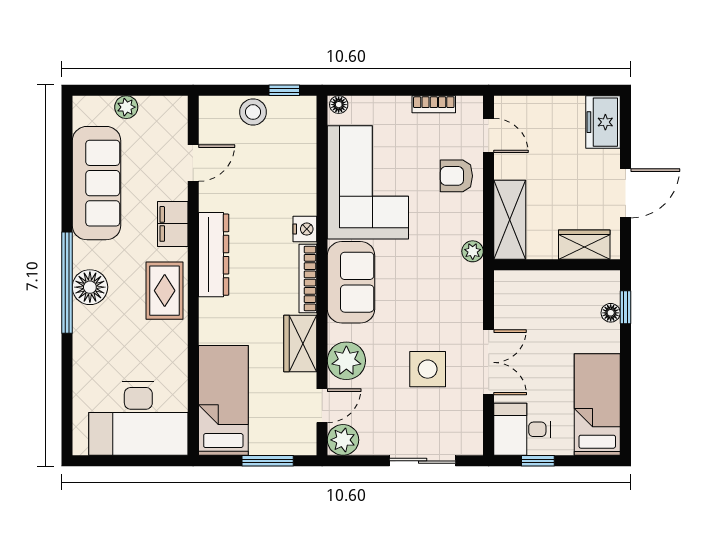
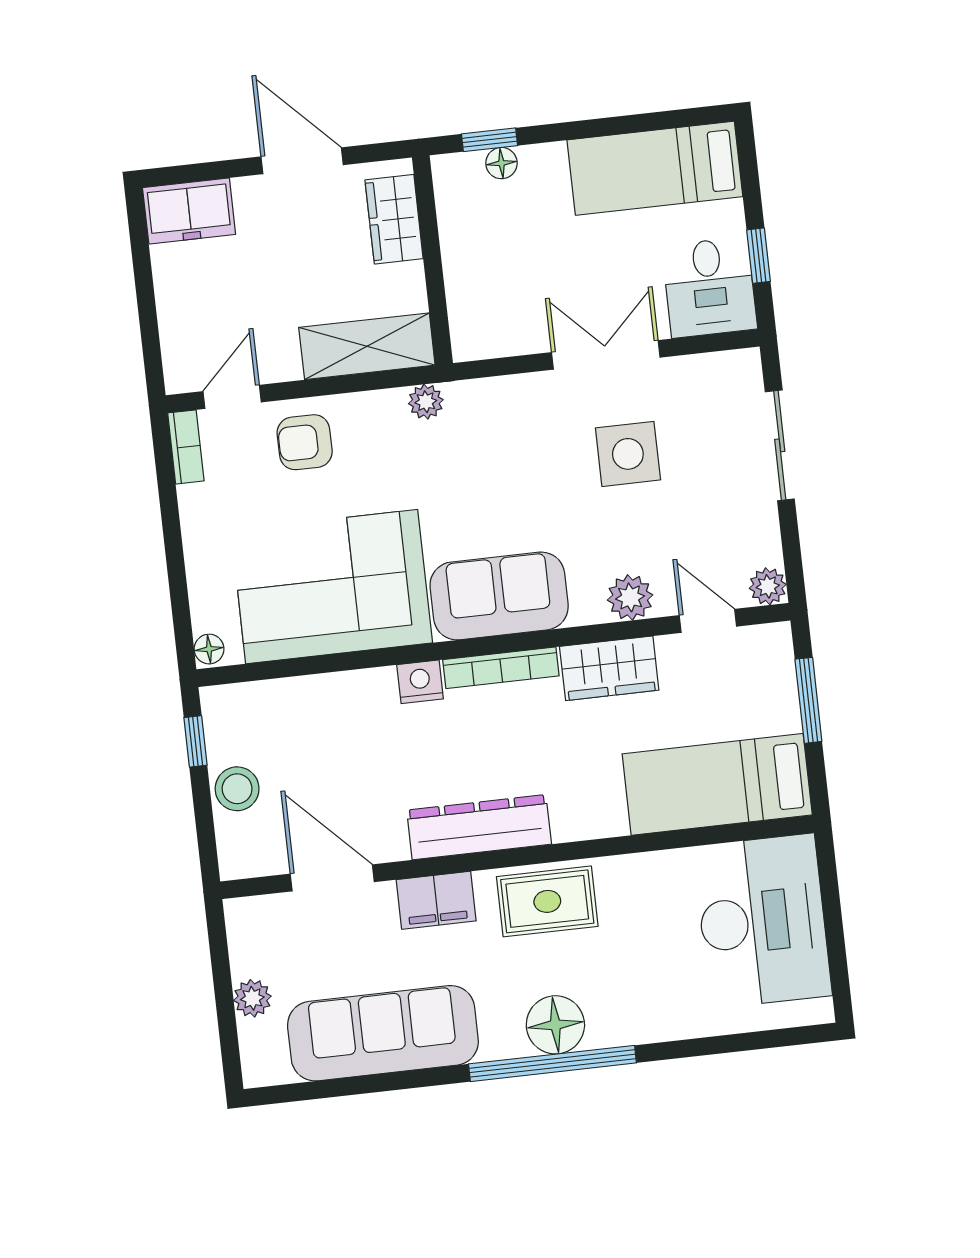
bookcase: (434, 104) -> (186, 447), moved
door: (193, 163) -> (332, 878), width x1.38
armchair: (456, 176) -> (305, 442), turned 90
plant: (346, 361) -> (630, 597), width x0.73, depth x0.73
plant: (343, 440) -> (768, 586), width x0.73, depth x0.73

